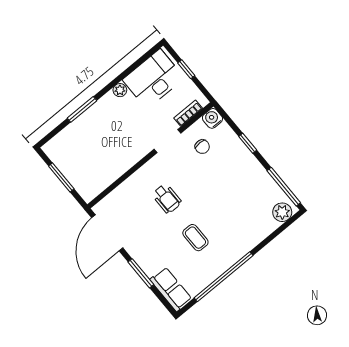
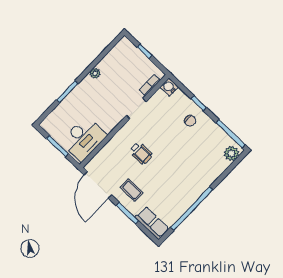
desk: (153, 79) -> (84, 139), moved, turned 180
chair: (202, 147) -> (190, 121), moved
coffee table: (195, 238) -> (132, 190), moved

